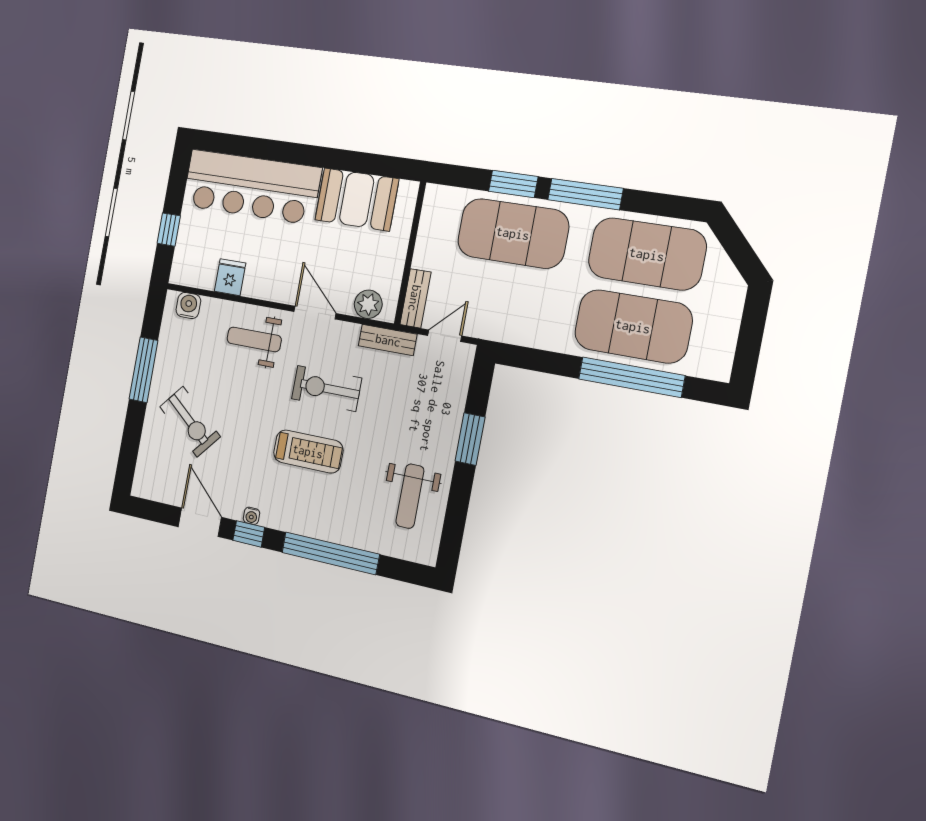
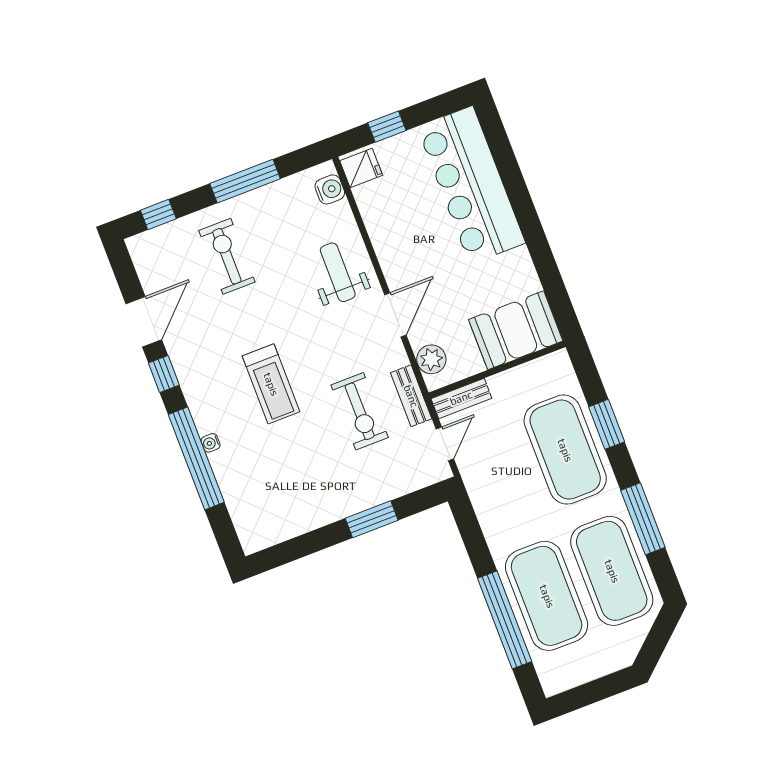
window: (585, 194) -> (643, 519), moved
booth: (357, 199) -> (516, 330), moved, turned 90
fridge: (230, 277) -> (361, 168), moved
door: (445, 336) -> (445, 444), hinge flipped
exercise bike: (327, 388) -> (360, 411), moved, turned 180
exercise bike: (190, 422) -> (227, 256), turned 140
window: (128, 455) -> (158, 214), added
weight bench: (410, 496) -> (291, 498), removed
water cooler: (251, 516) -> (211, 443), moved

